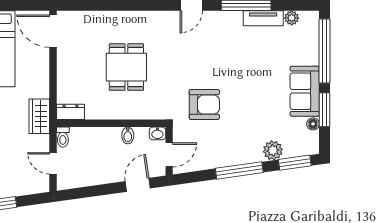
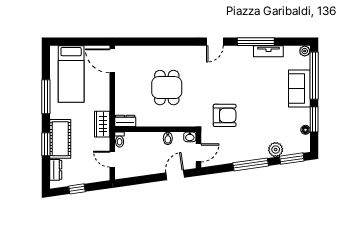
plant: (292, 18) -> (305, 51), moved
sofa: (305, 91) -> (299, 88), moved

